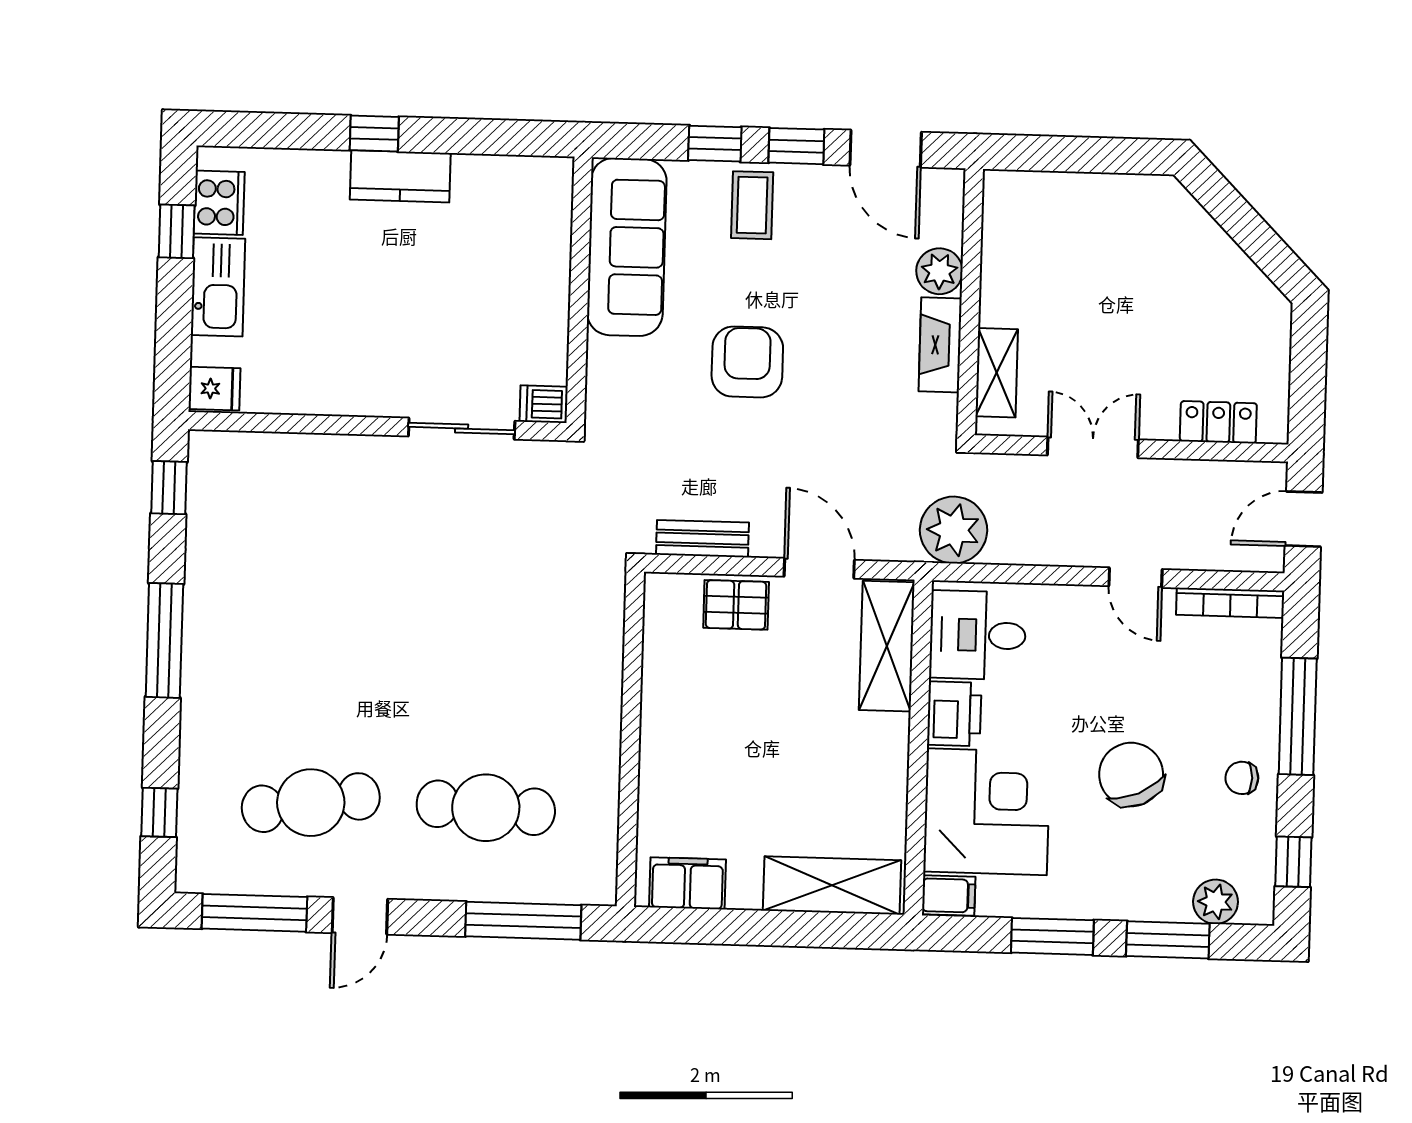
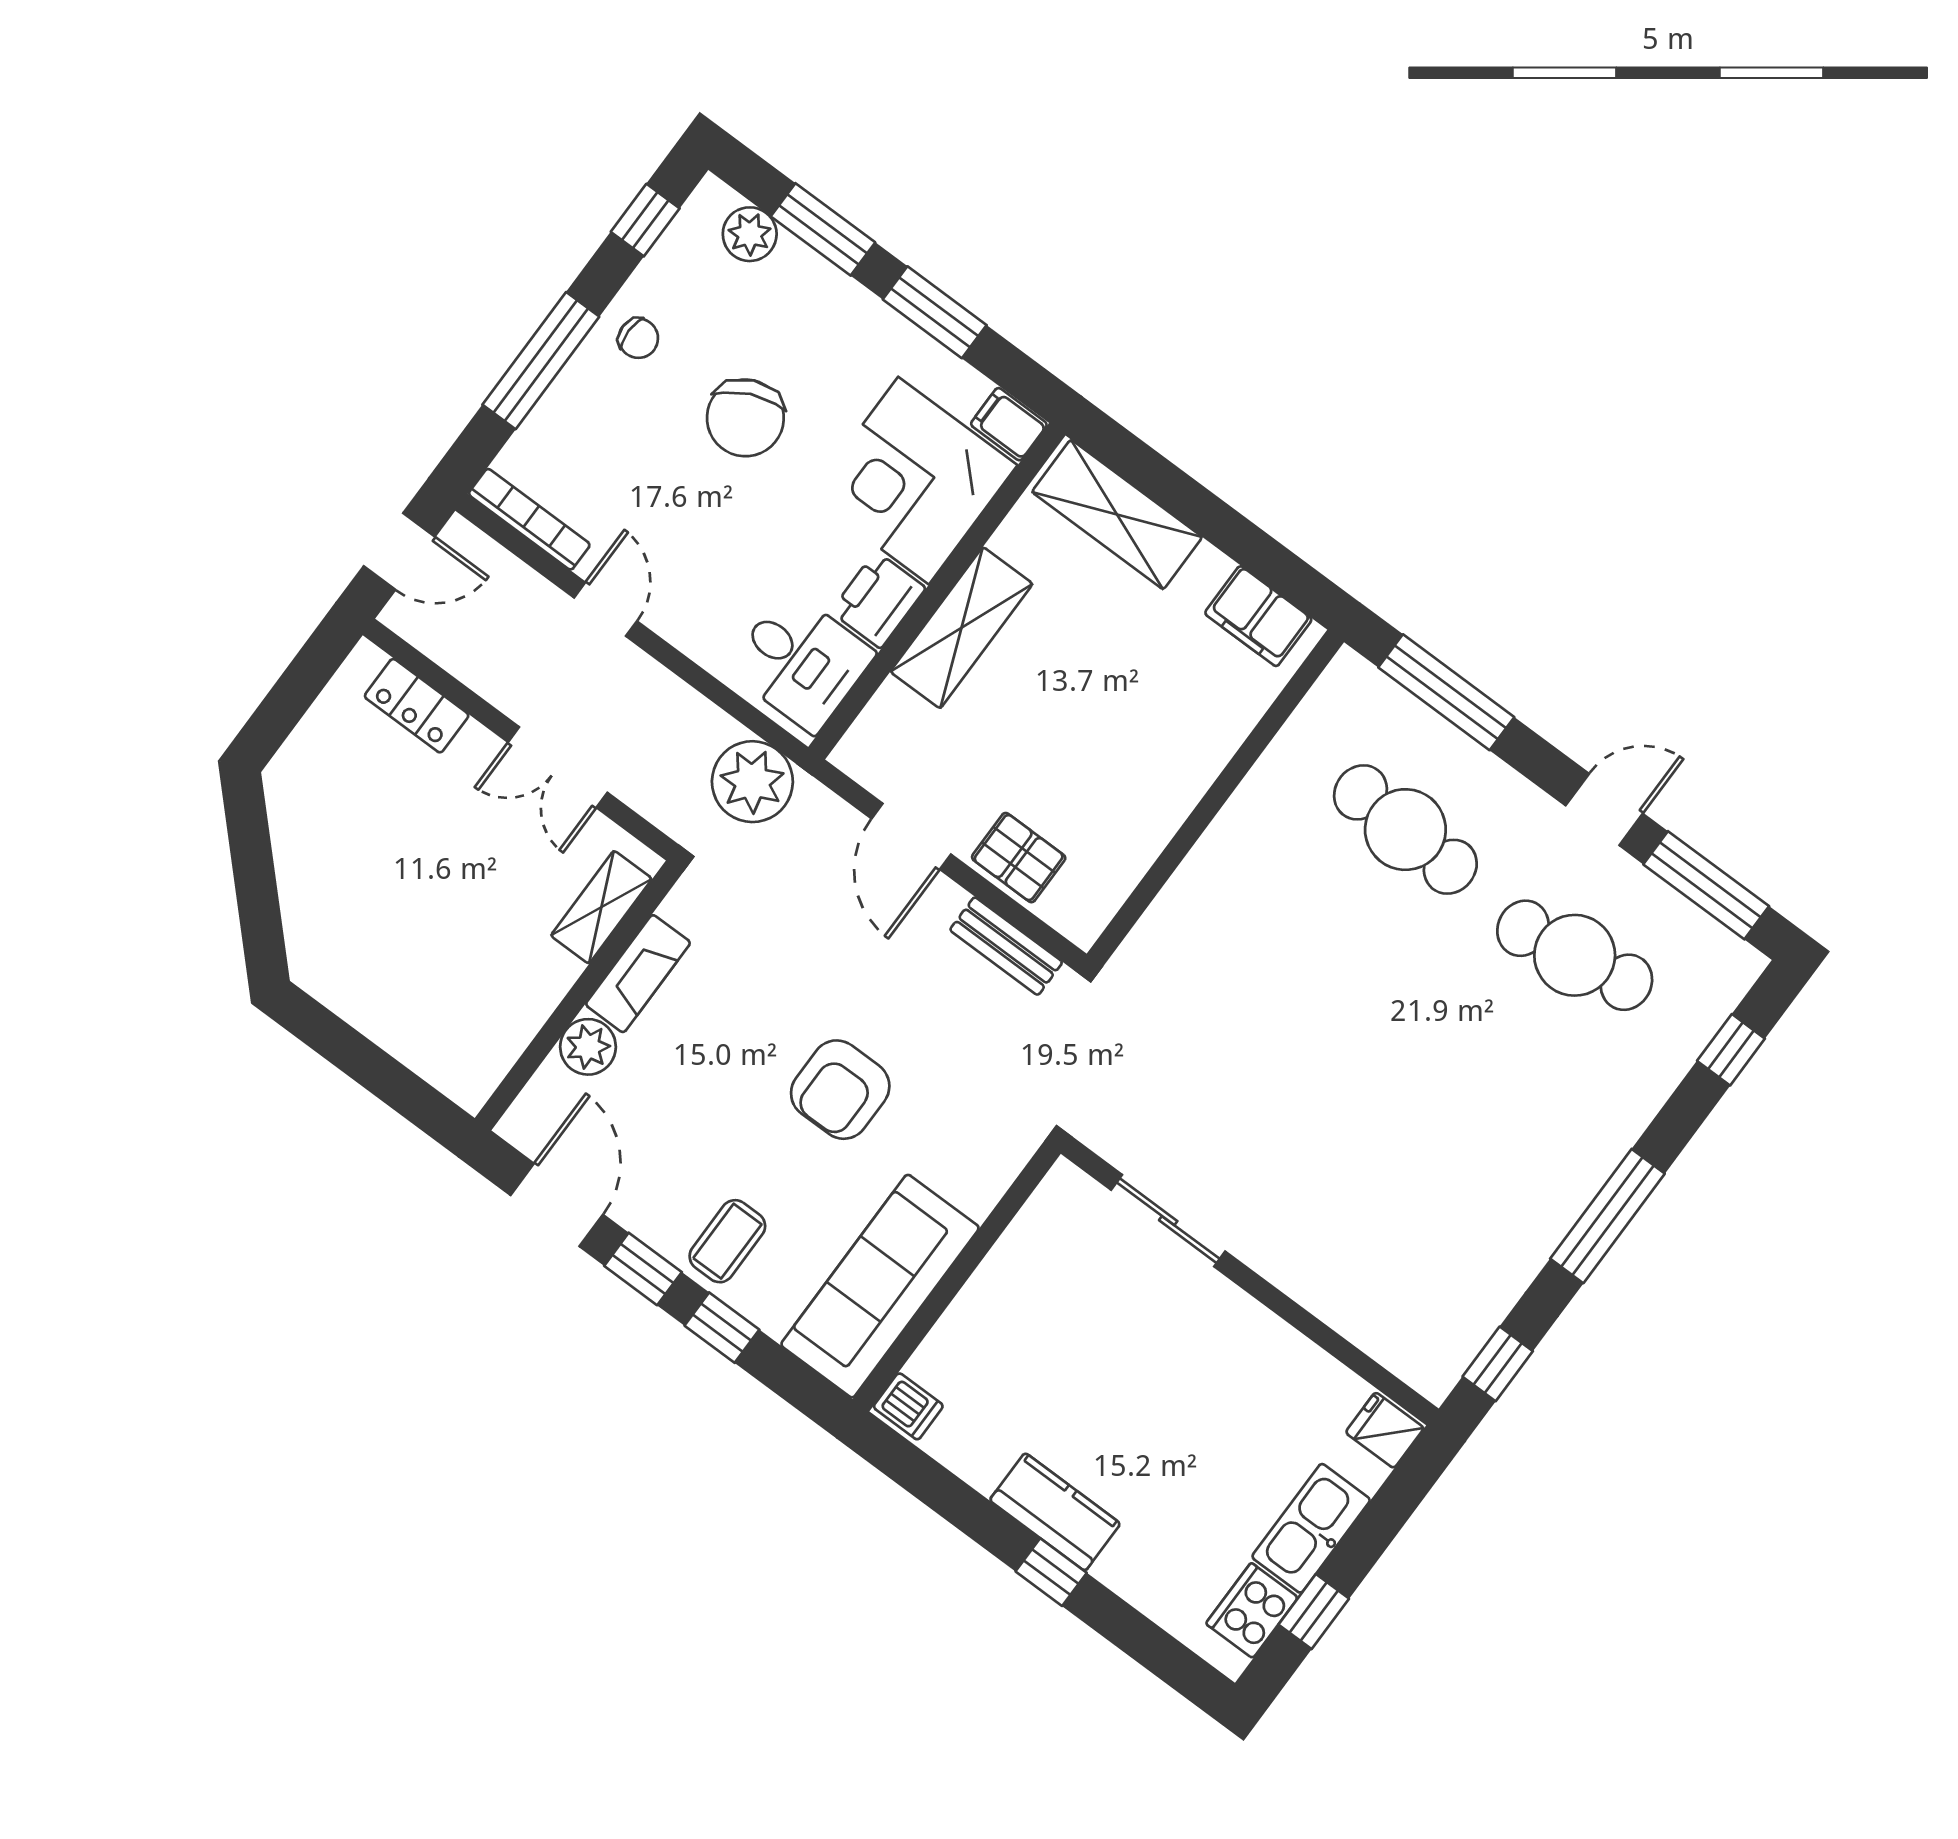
dishwasher: (544, 404) -> (908, 1406), moved
shelving: (887, 646) -> (962, 628), moved

